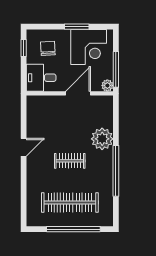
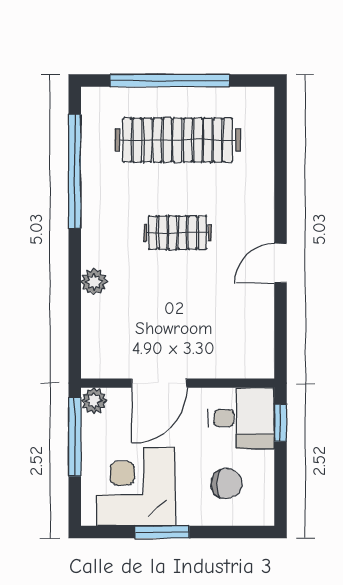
window: (24, 48) -> (280, 423), moved
chair: (48, 48) -> (226, 484), turned -87
plant: (102, 139) -> (94, 282), width x0.53, depth x0.53
window: (116, 171) -> (75, 171), moved

